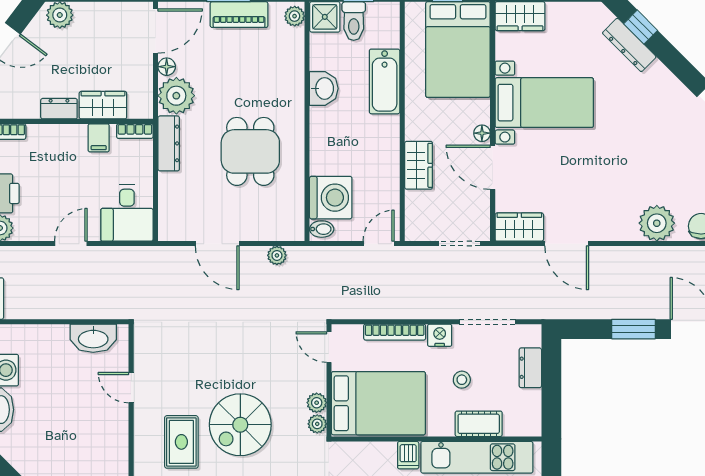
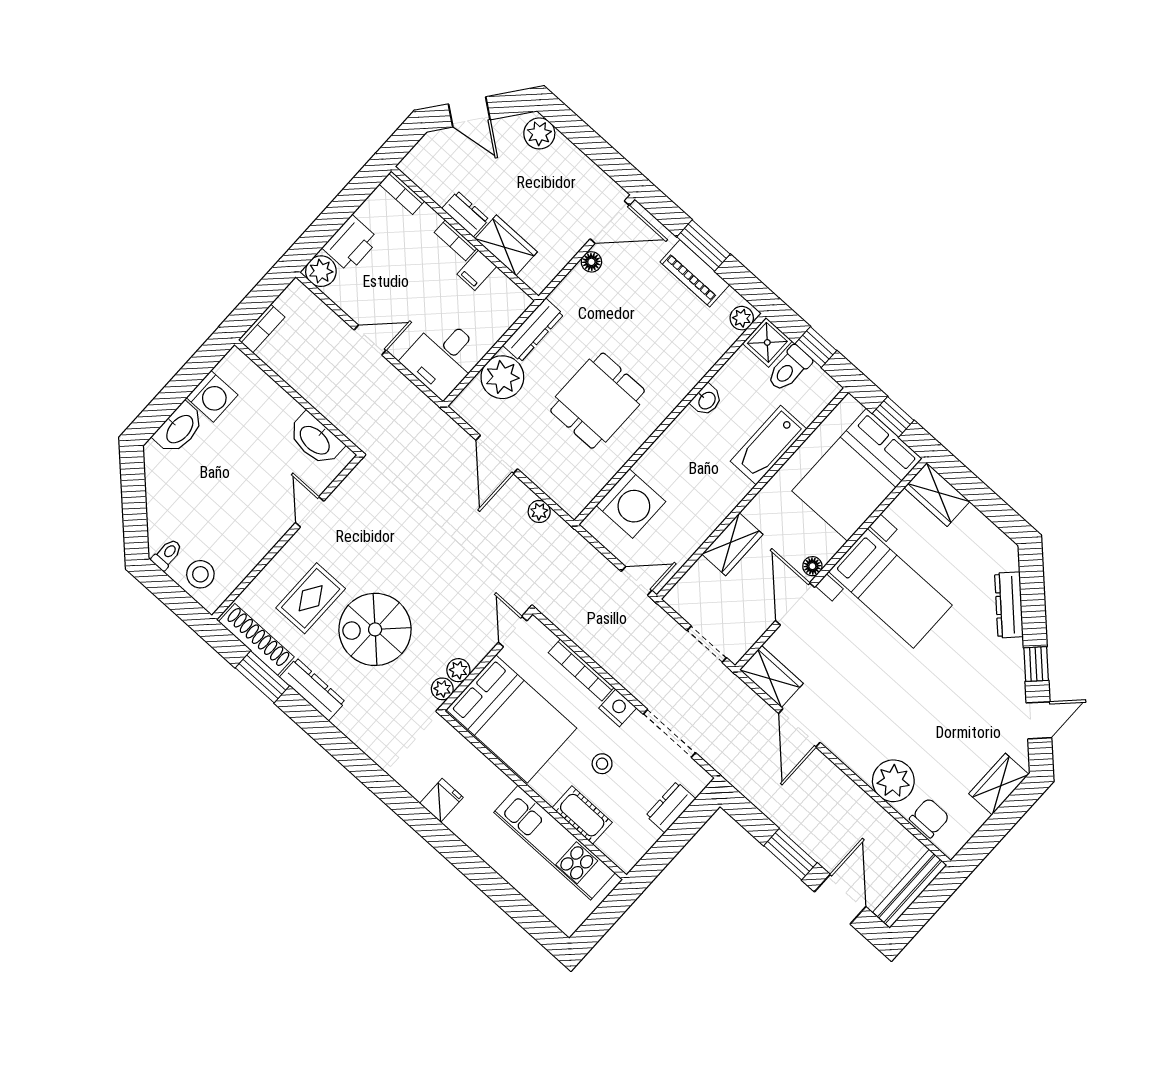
window: (641, 27) -> (1036, 664), moved
washbasin: (324, 88) -> (707, 400), width x0.72, depth x0.69
plant: (176, 96) -> (502, 377), moved
bookcase: (135, 131) -> (456, 240), moved
bidet: (322, 229) -> (599, 524), removed
dishwasher: (408, 455) -> (497, 787), removed

